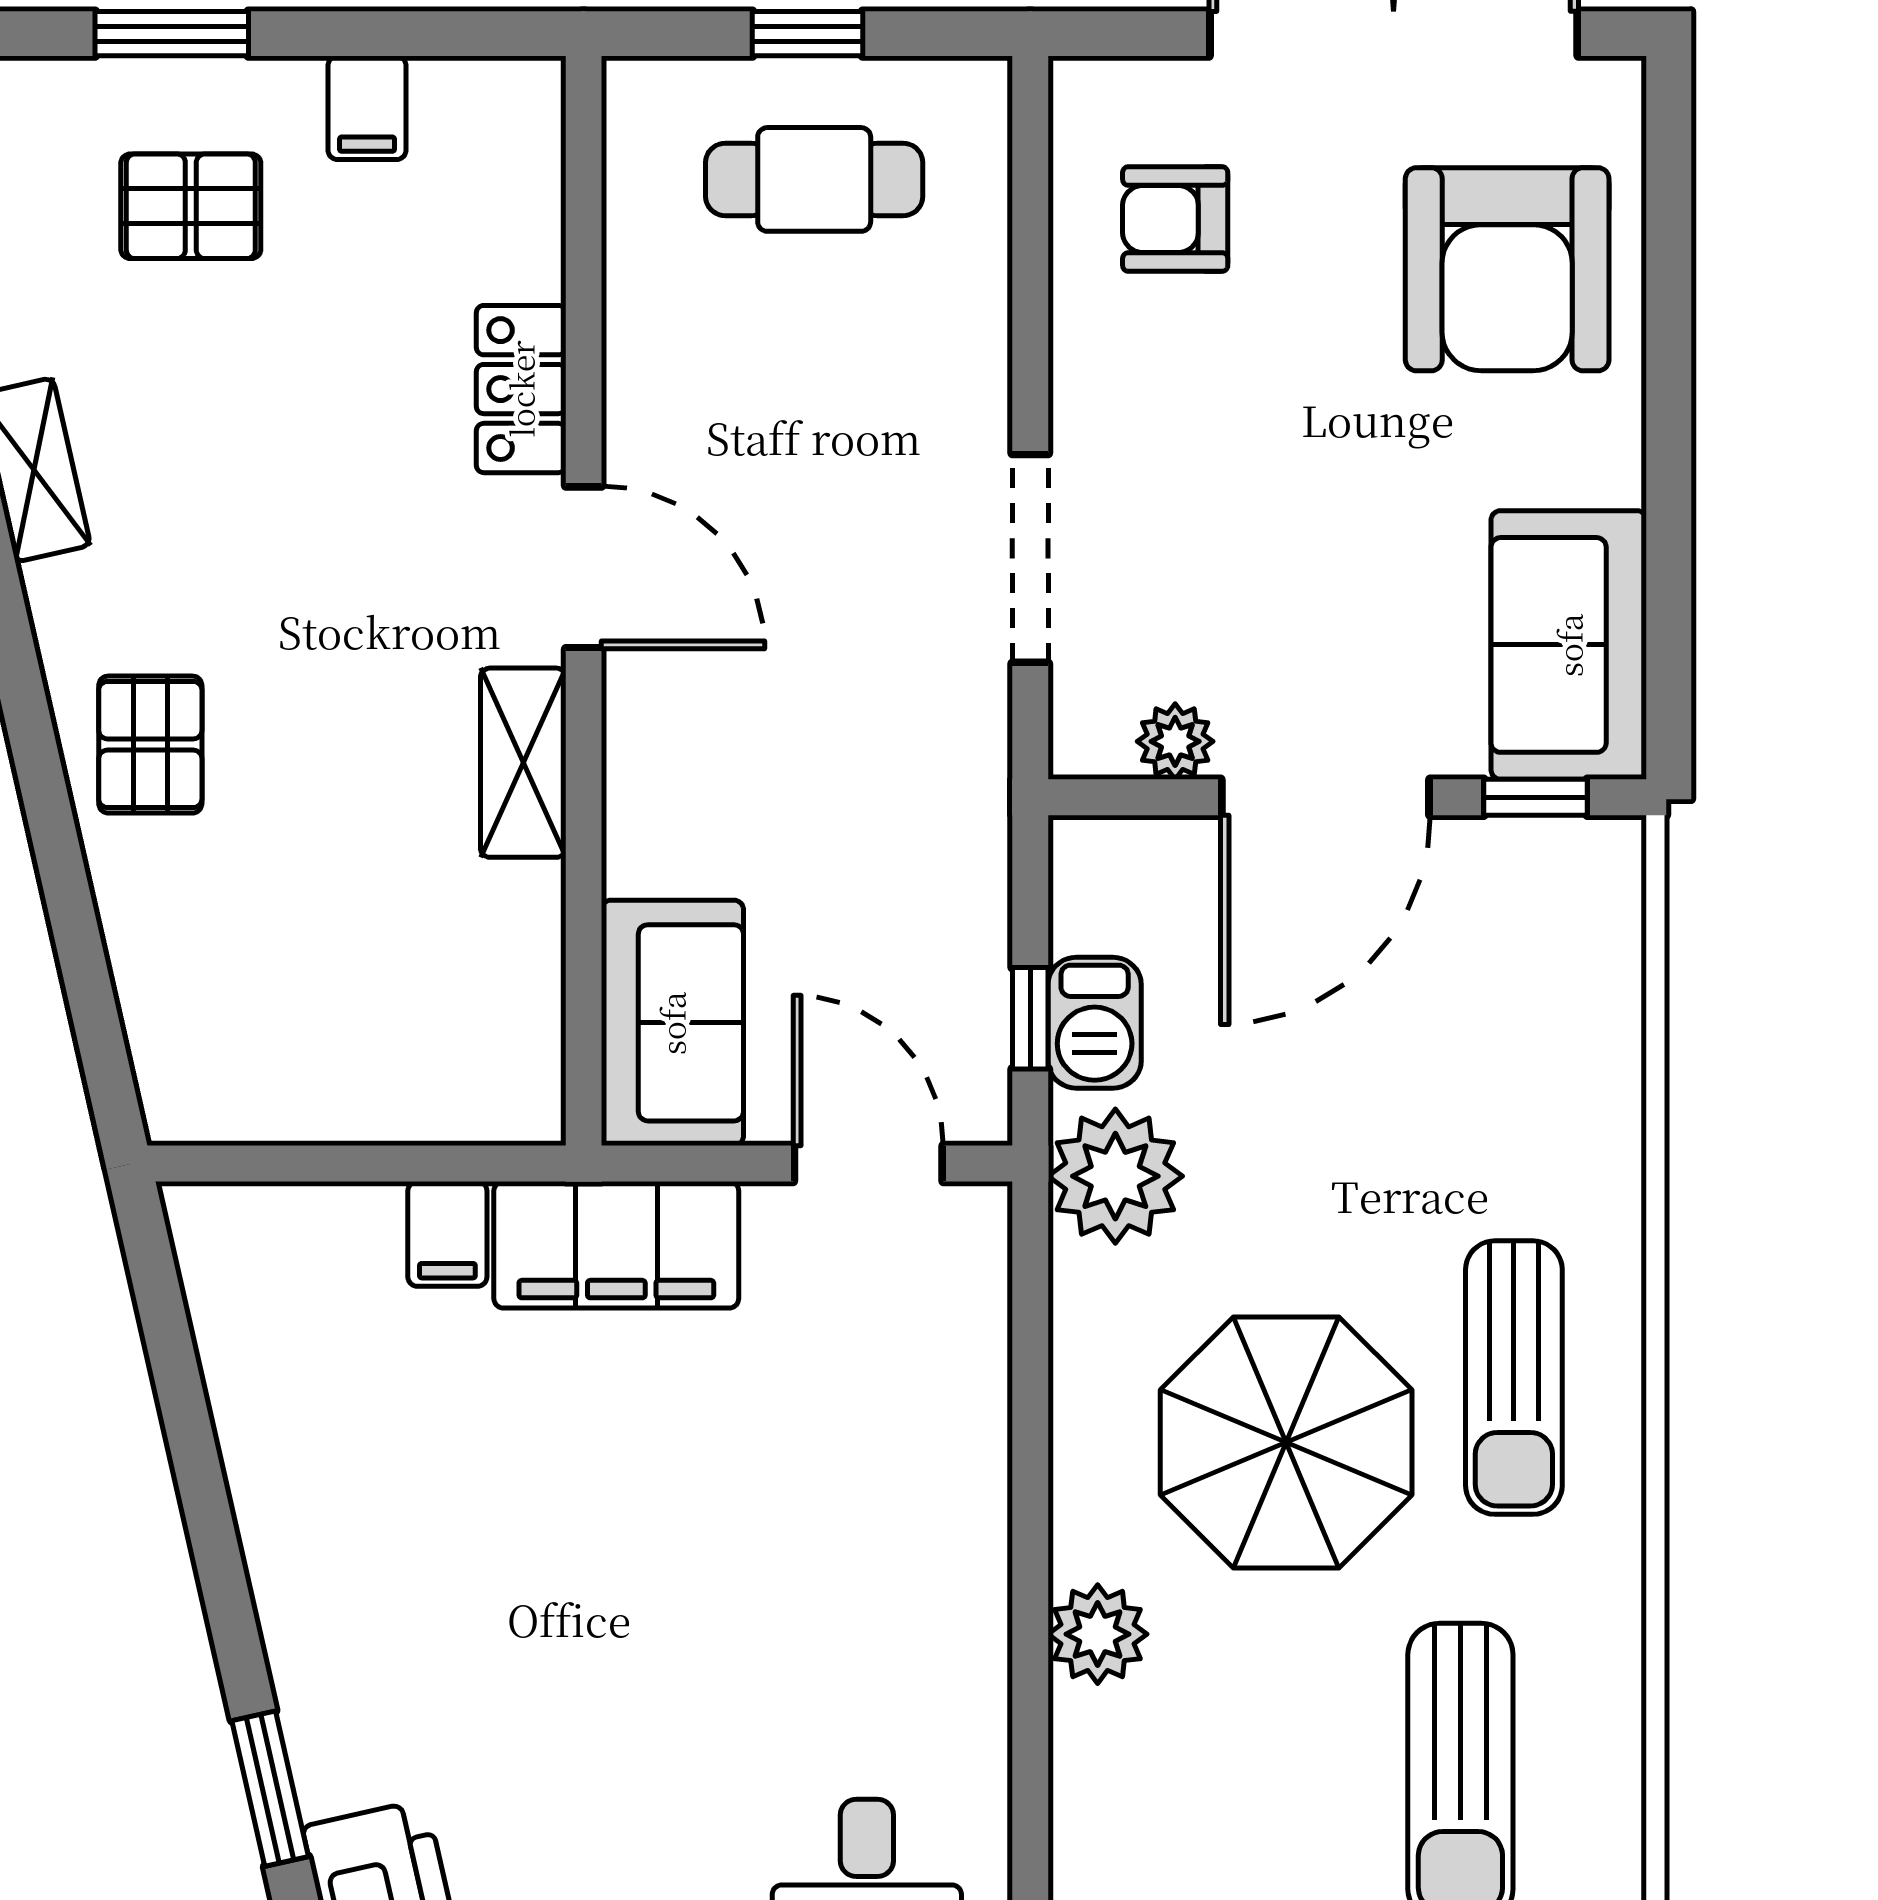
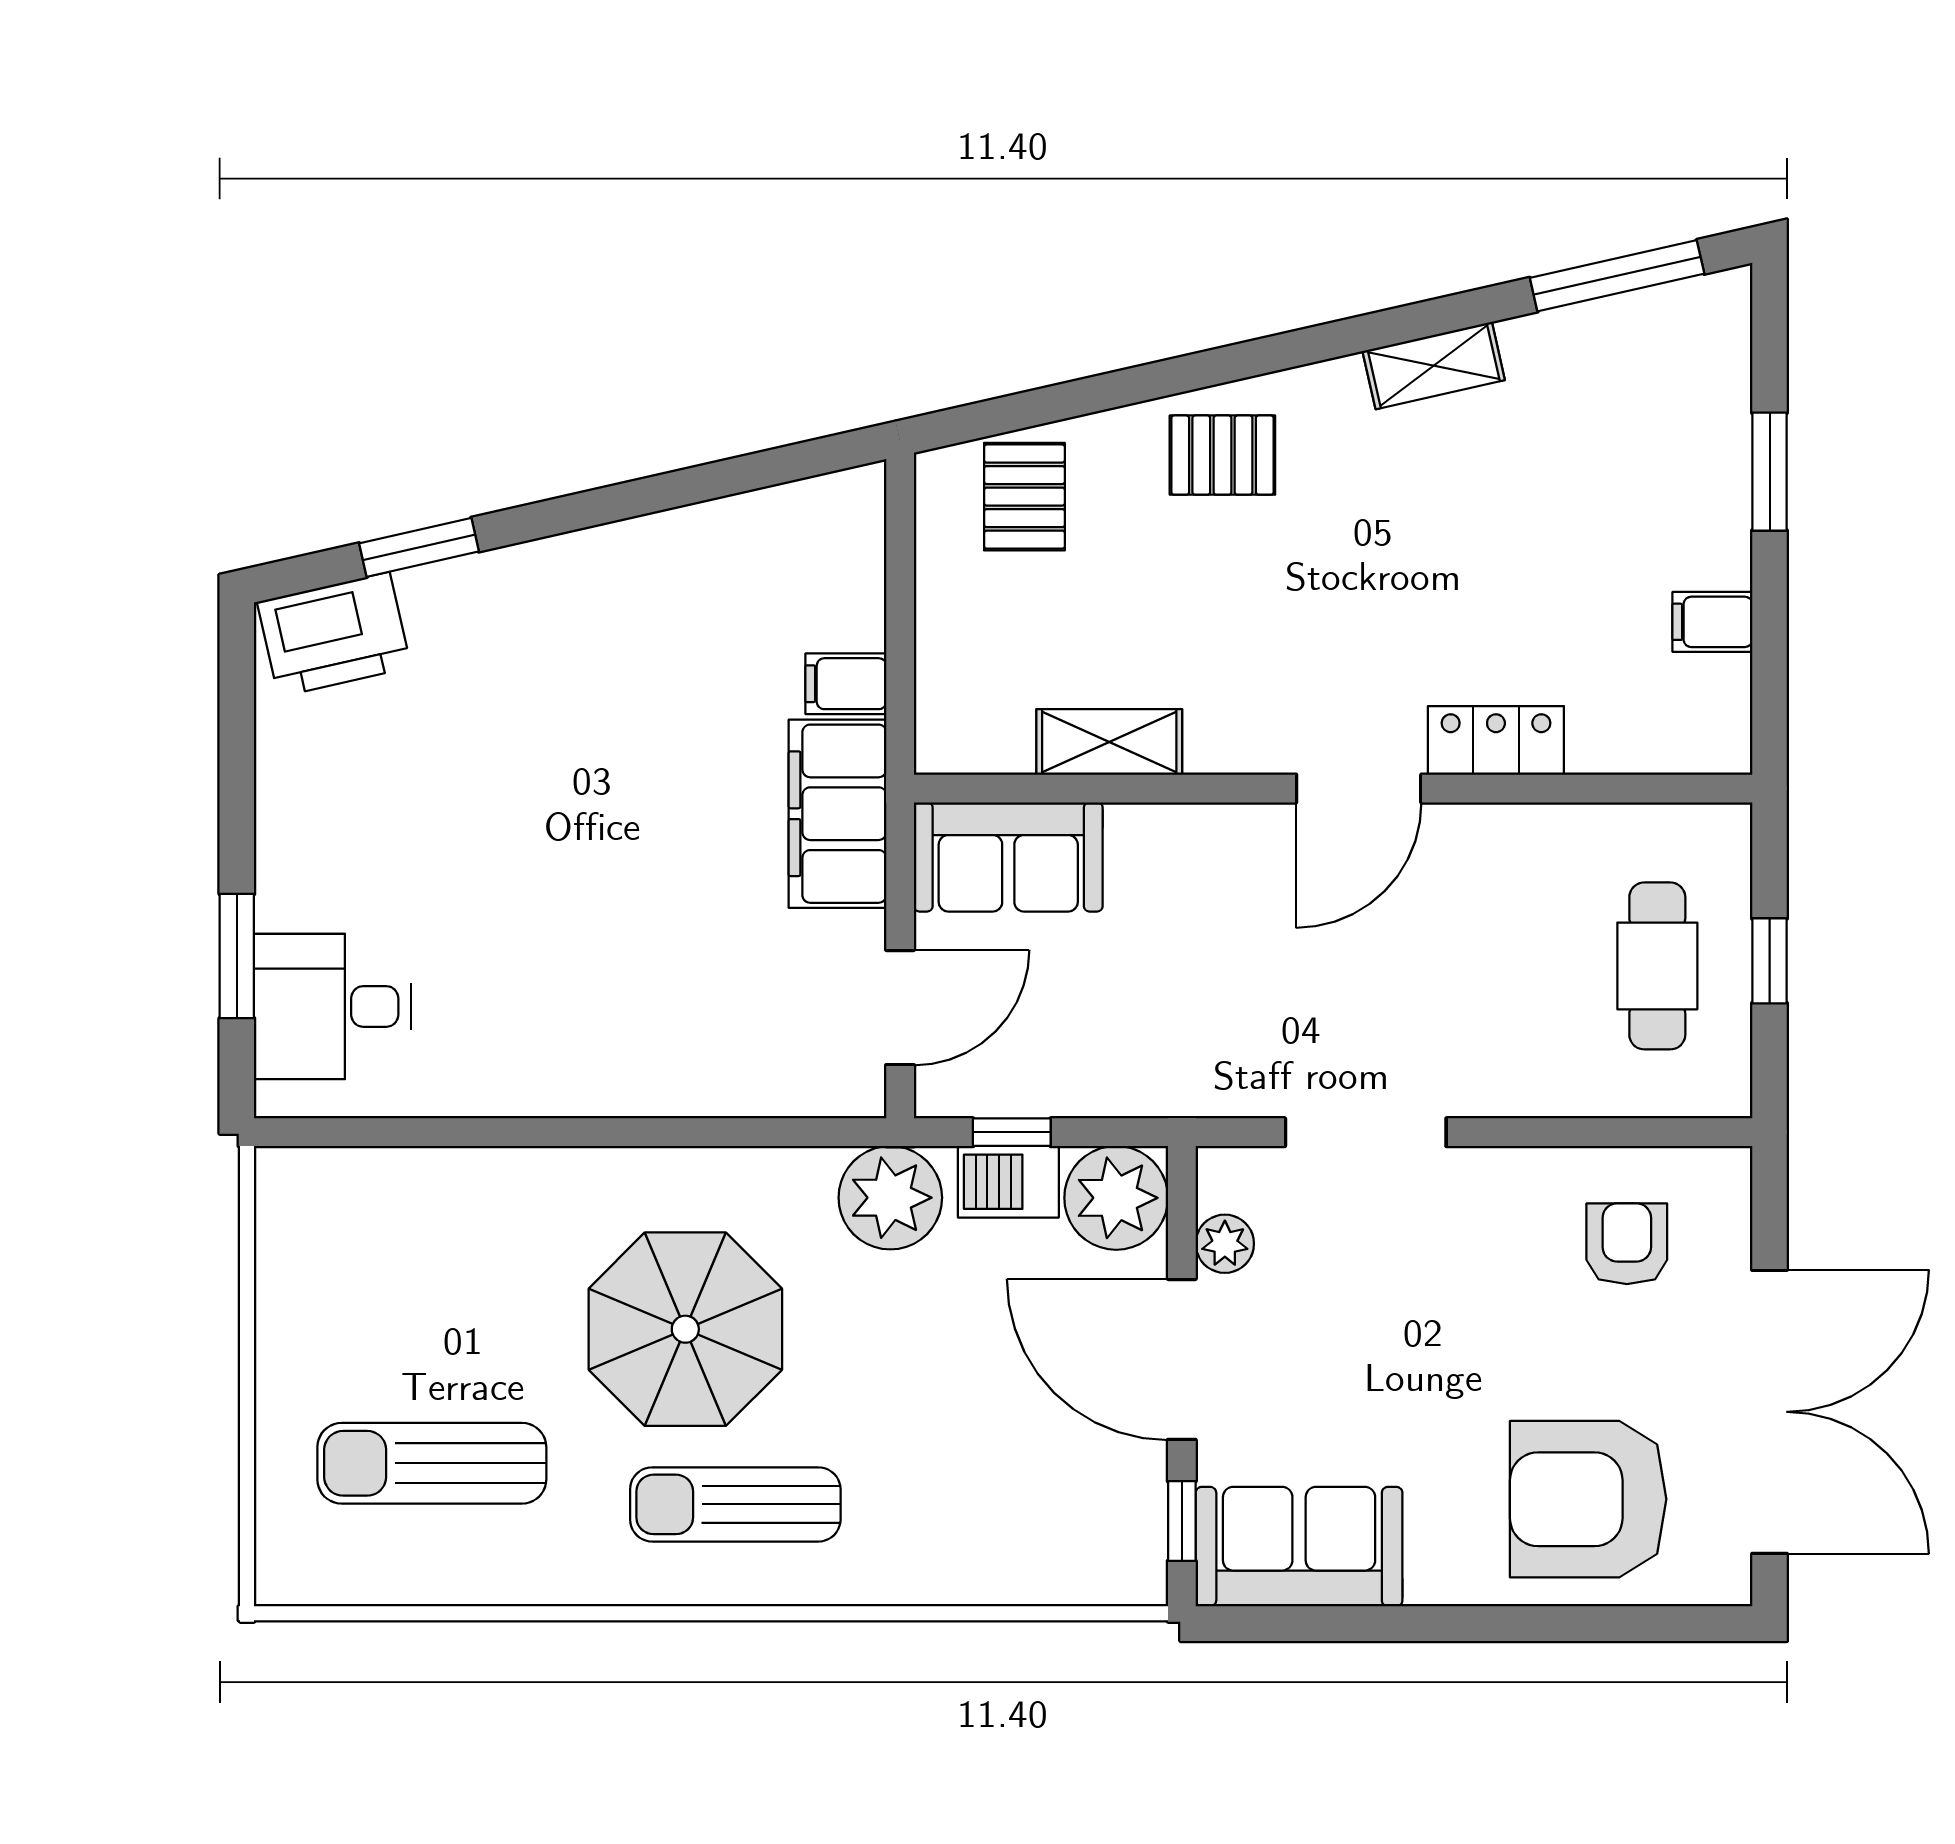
pallet: (191, 206) -> (1024, 497), moved
shelving: (523, 763) -> (1109, 742), moved
plant: (1098, 1634) -> (1116, 1198), moved, width x1.36, depth x1.36

